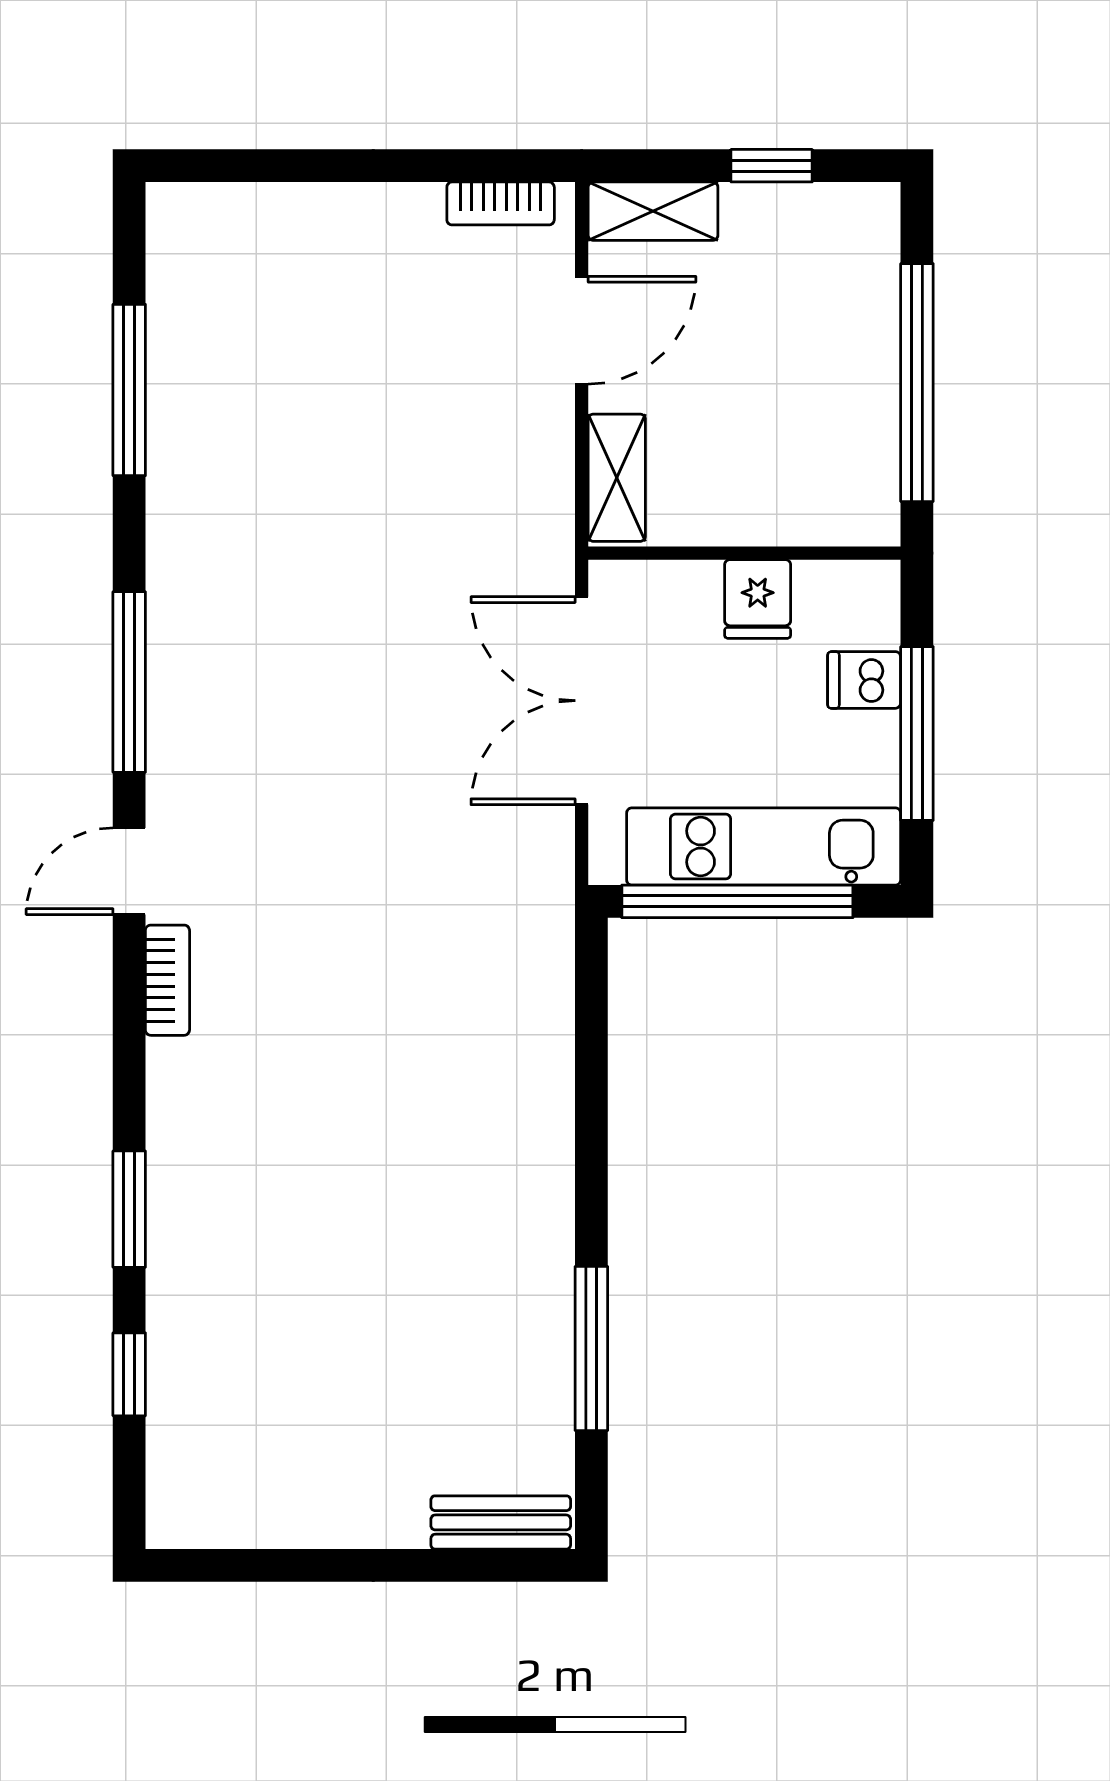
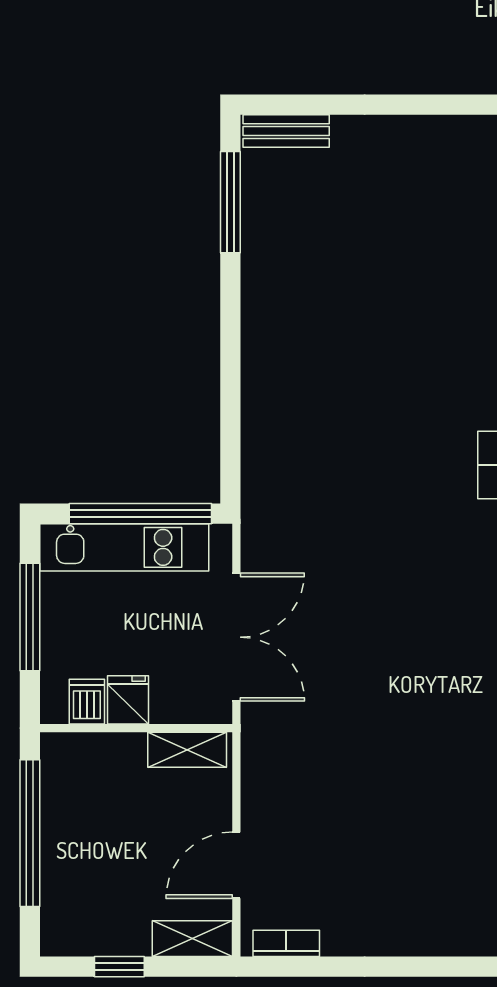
shelving: (617, 478) -> (187, 750), moved, turned 90
dishwasher: (864, 680) -> (87, 702), moved, turned -90
window: (591, 1348) -> (230, 202), moved

